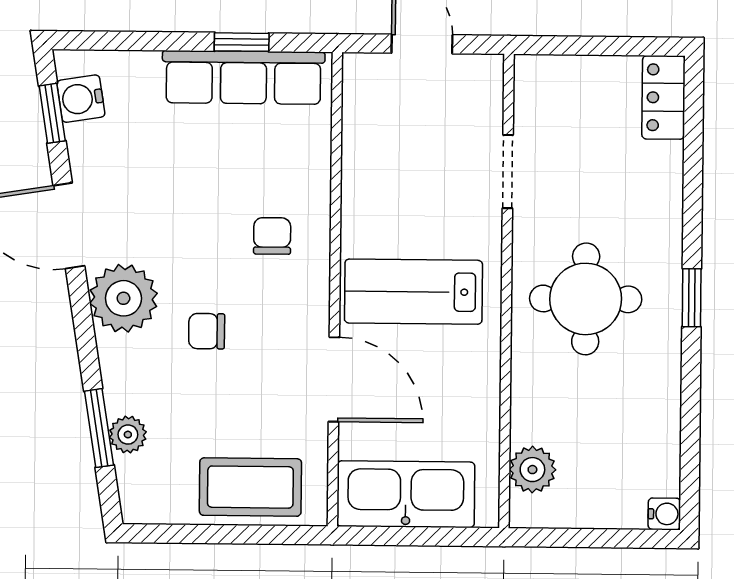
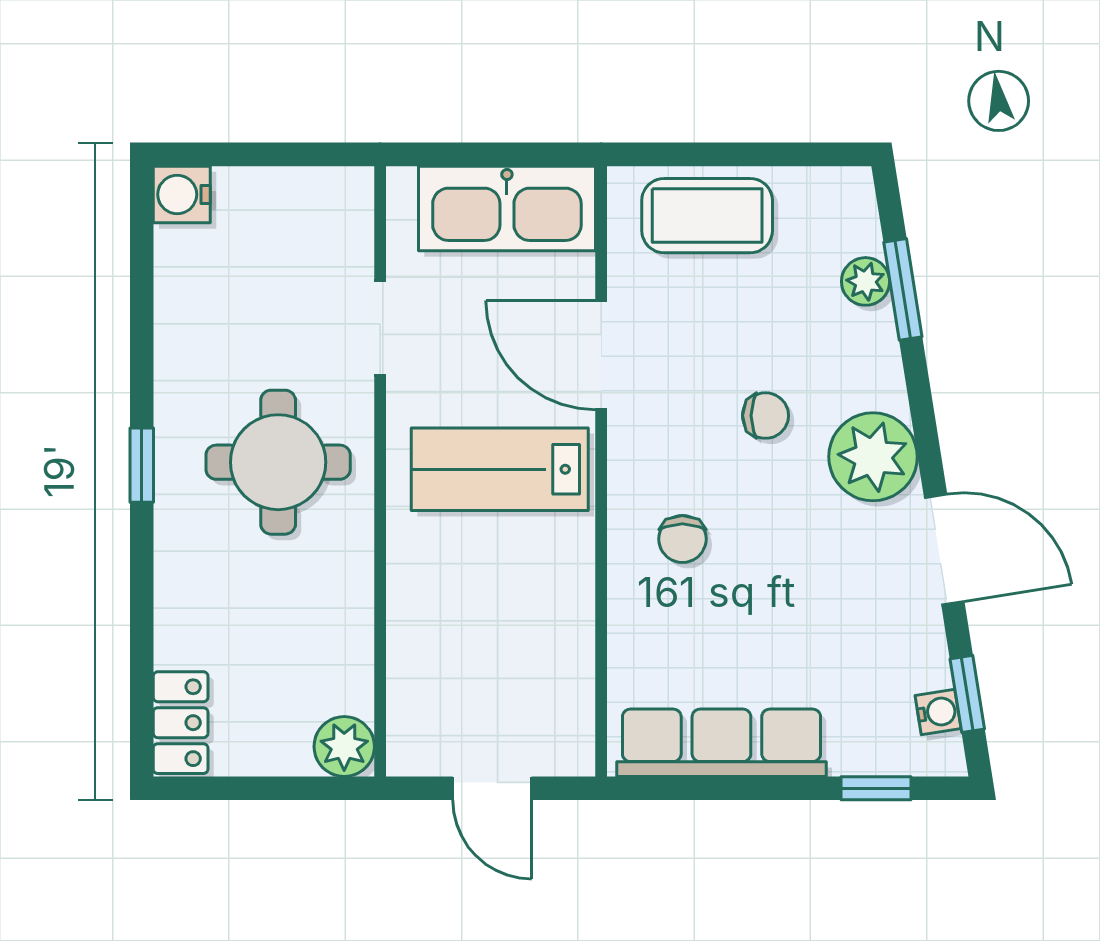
window: (242, 42) -> (876, 788), moved
water cooler: (81, 99) -> (938, 712), width x0.72, depth x0.72
doorway: (508, 171) -> (380, 328), moved
lab bench: (413, 292) -> (500, 469), turned 180
plant: (532, 470) -> (344, 747), moved
water cooler: (664, 514) -> (182, 194), width x1.38, depth x1.38

